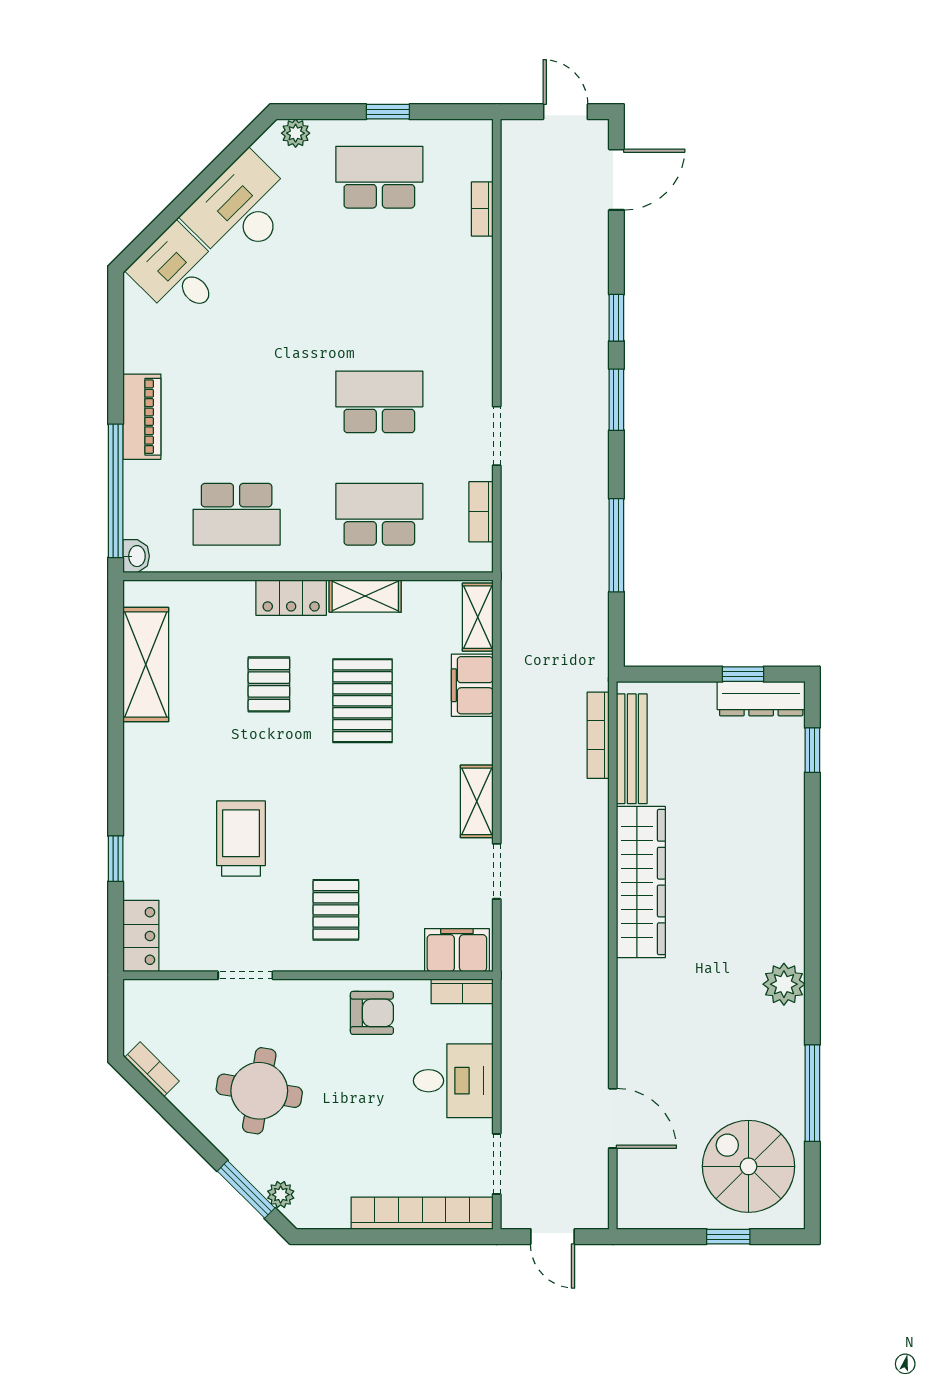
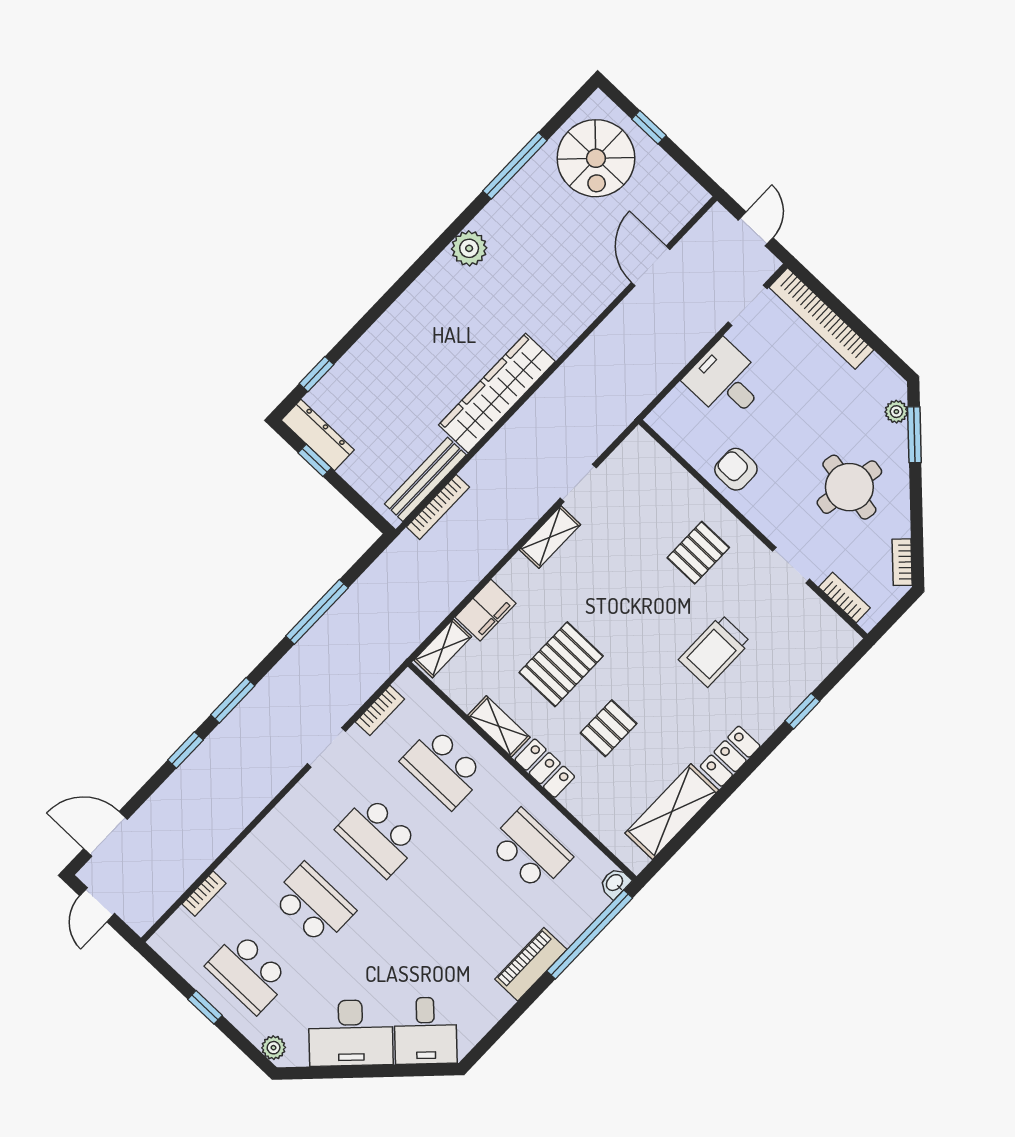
school desk: (379, 290) -> (313, 904), added
locker: (141, 936) -> (730, 756), moved
filing cabinet: (457, 950) -> (648, 458), removed
bookcase: (462, 991) -> (844, 597), moved

